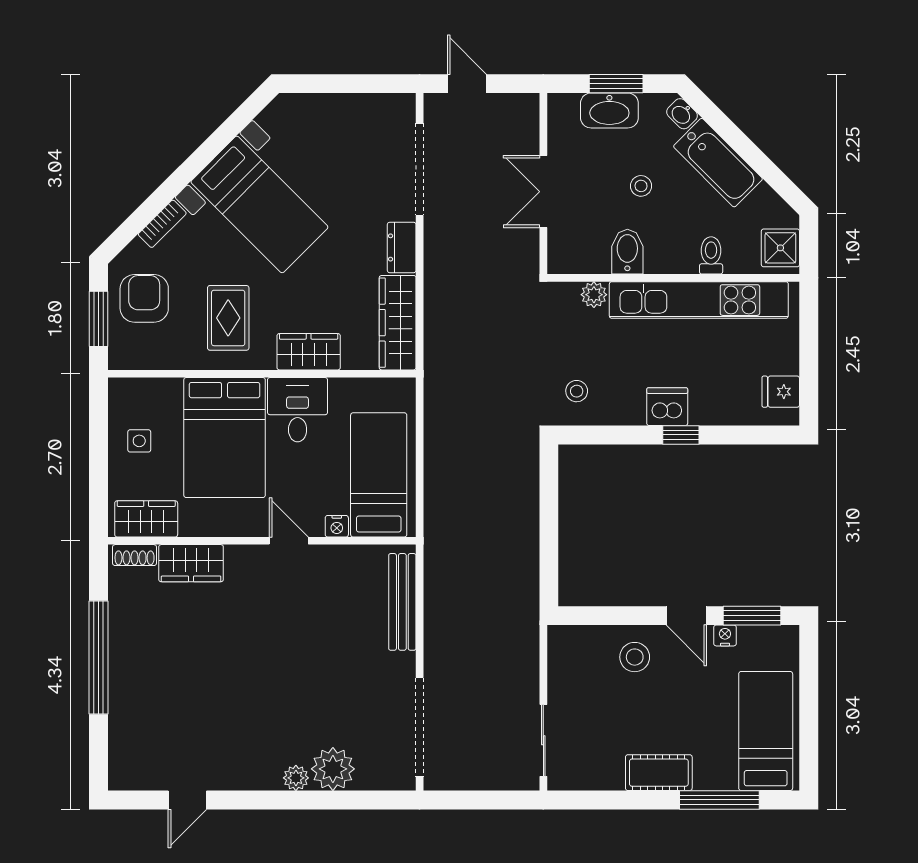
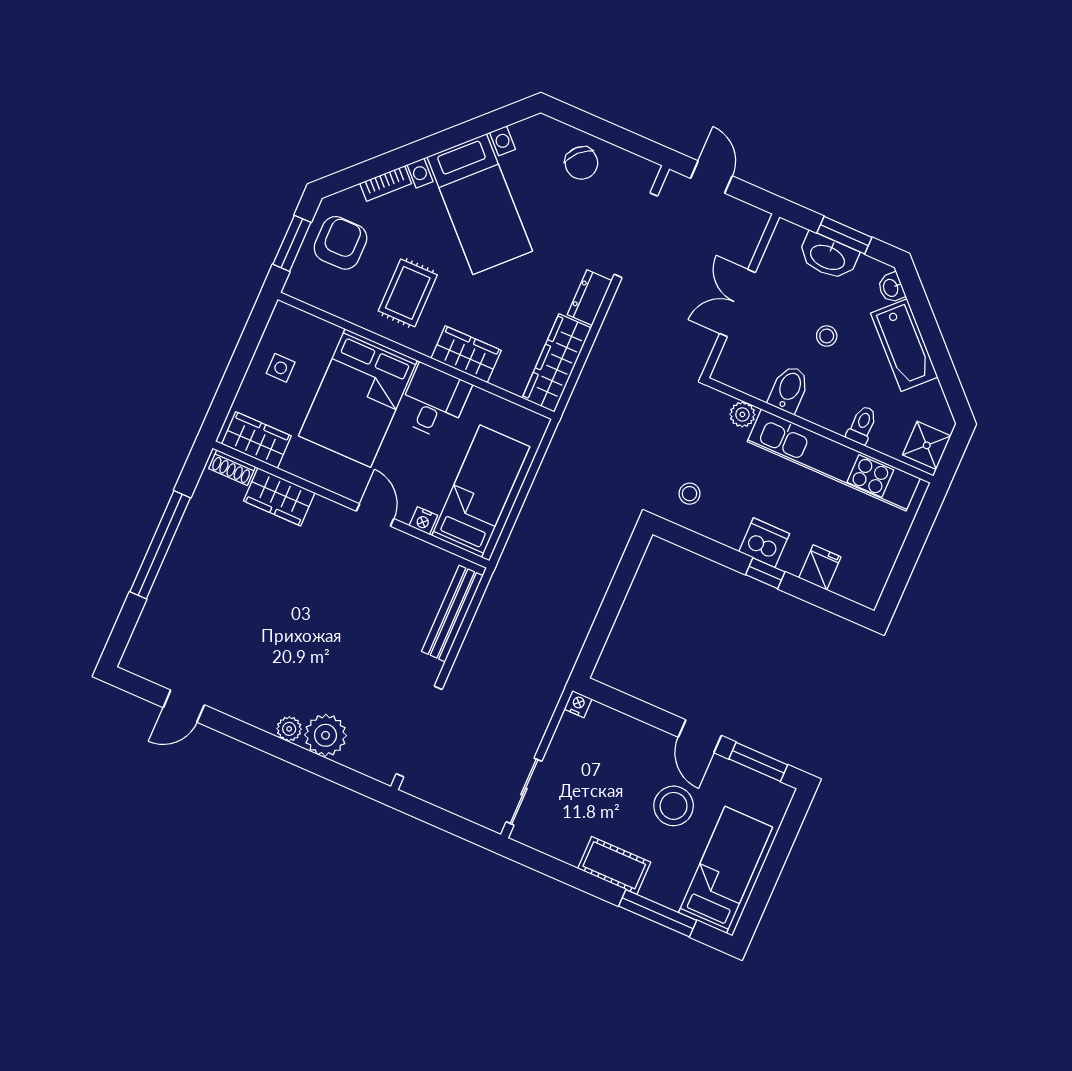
chair: (338, 124) -> (581, 163), added
fridge: (781, 392) -> (820, 567), moved, turned 90
nightstand: (725, 635) -> (578, 704), moved
stool: (635, 657) -> (674, 806), moved, width x1.38, depth x1.38

